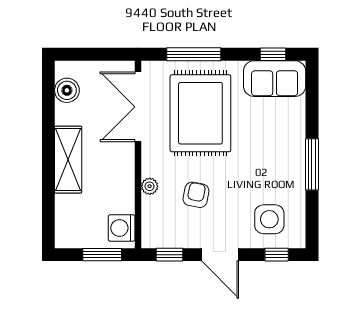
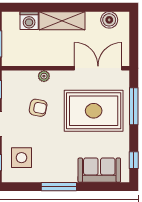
sofa: (275, 79) -> (99, 170), moved, turned 90
washing machine: (122, 228) -> (29, 21), moved, turned 180

